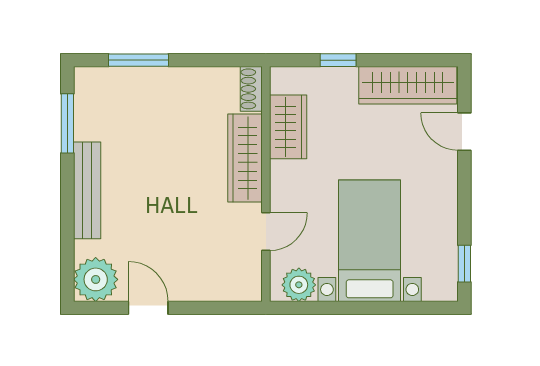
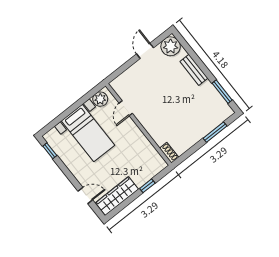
wardrobe: (288, 127) -> (146, 150), removed
wardrobe: (245, 158) -> (153, 128), removed
bench: (87, 190) -> (194, 70), width x0.73
door: (148, 308) -> (145, 51), swing flipped

